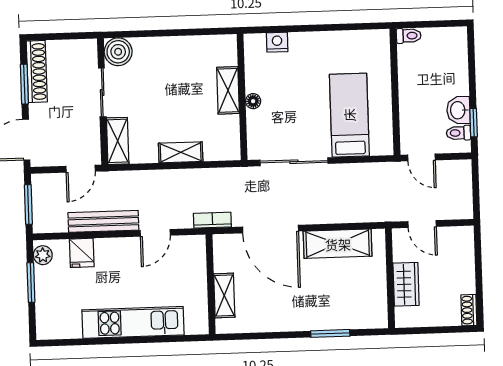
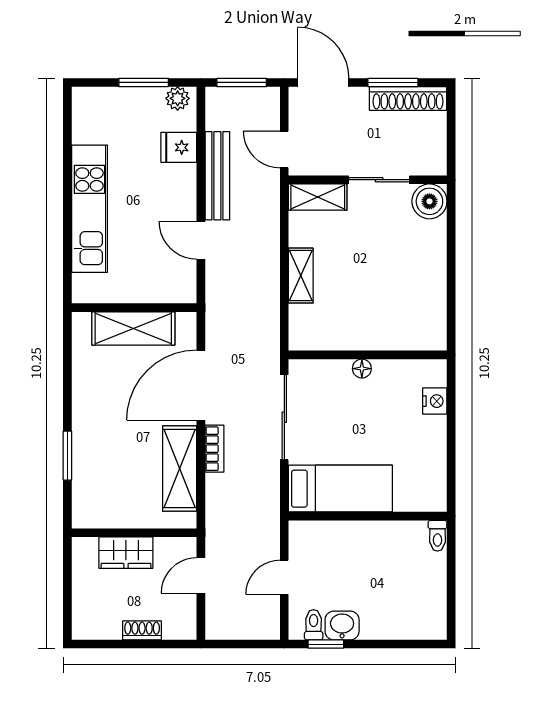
toilet: (409, 36) -> (437, 536), moved
shelving: (228, 90) -> (376, 337), removed
wall: (395, 92) -> (368, 516), moved
bookcase: (212, 220) -> (214, 449), moved
shelving: (224, 295) -> (133, 328), width x1.50, depth x1.33
shoe rack: (469, 310) -> (142, 630), moved

